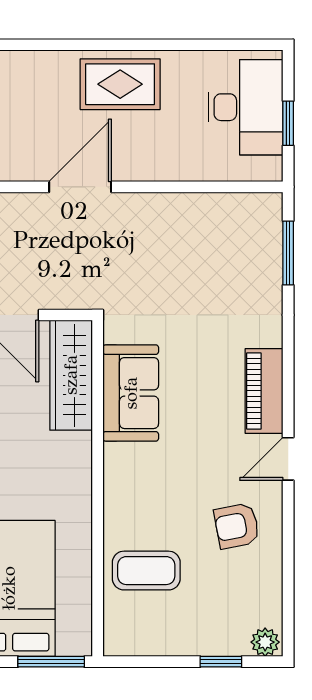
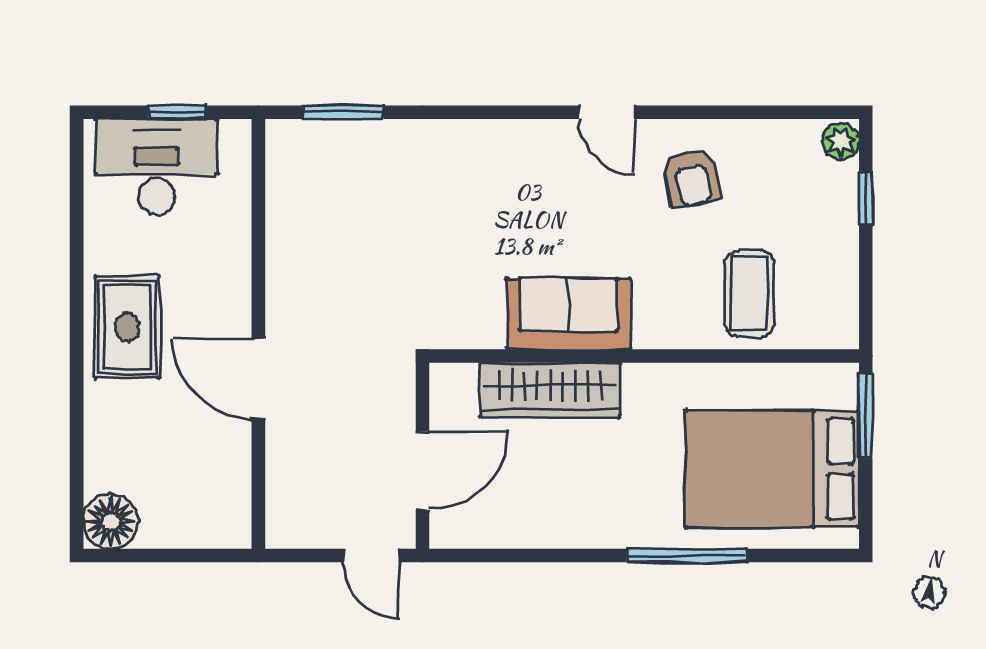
wardrobe: (71, 375) -> (550, 390), moved
piano: (264, 391) -> (520, 143), removed
sofa: (131, 393) -> (569, 314), moved

